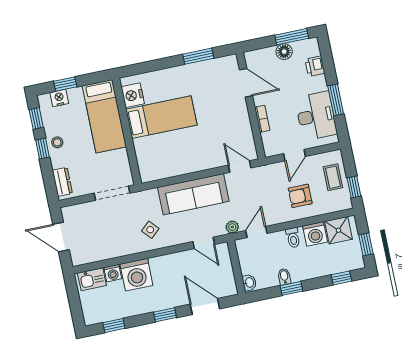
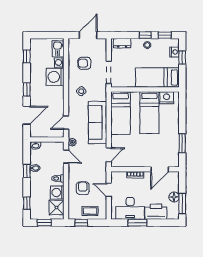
printer: (315, 66) -> (156, 212), width x1.87, depth x1.48
bed: (171, 162) -> (121, 113), added
armchair: (106, 234) -> (84, 63), added

